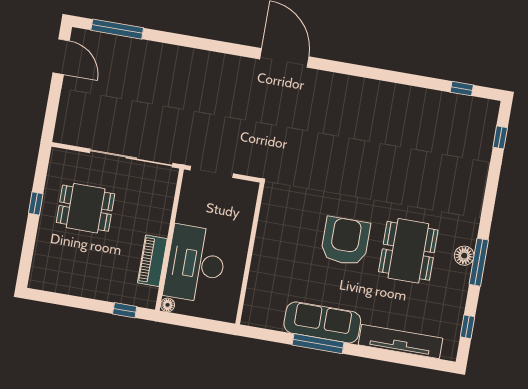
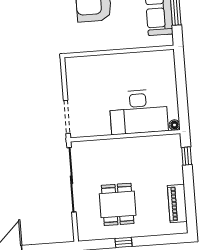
wall: (250, 253) -> (119, 51), moved
piano: (152, 261) -> (177, 204), moved, turned 90

